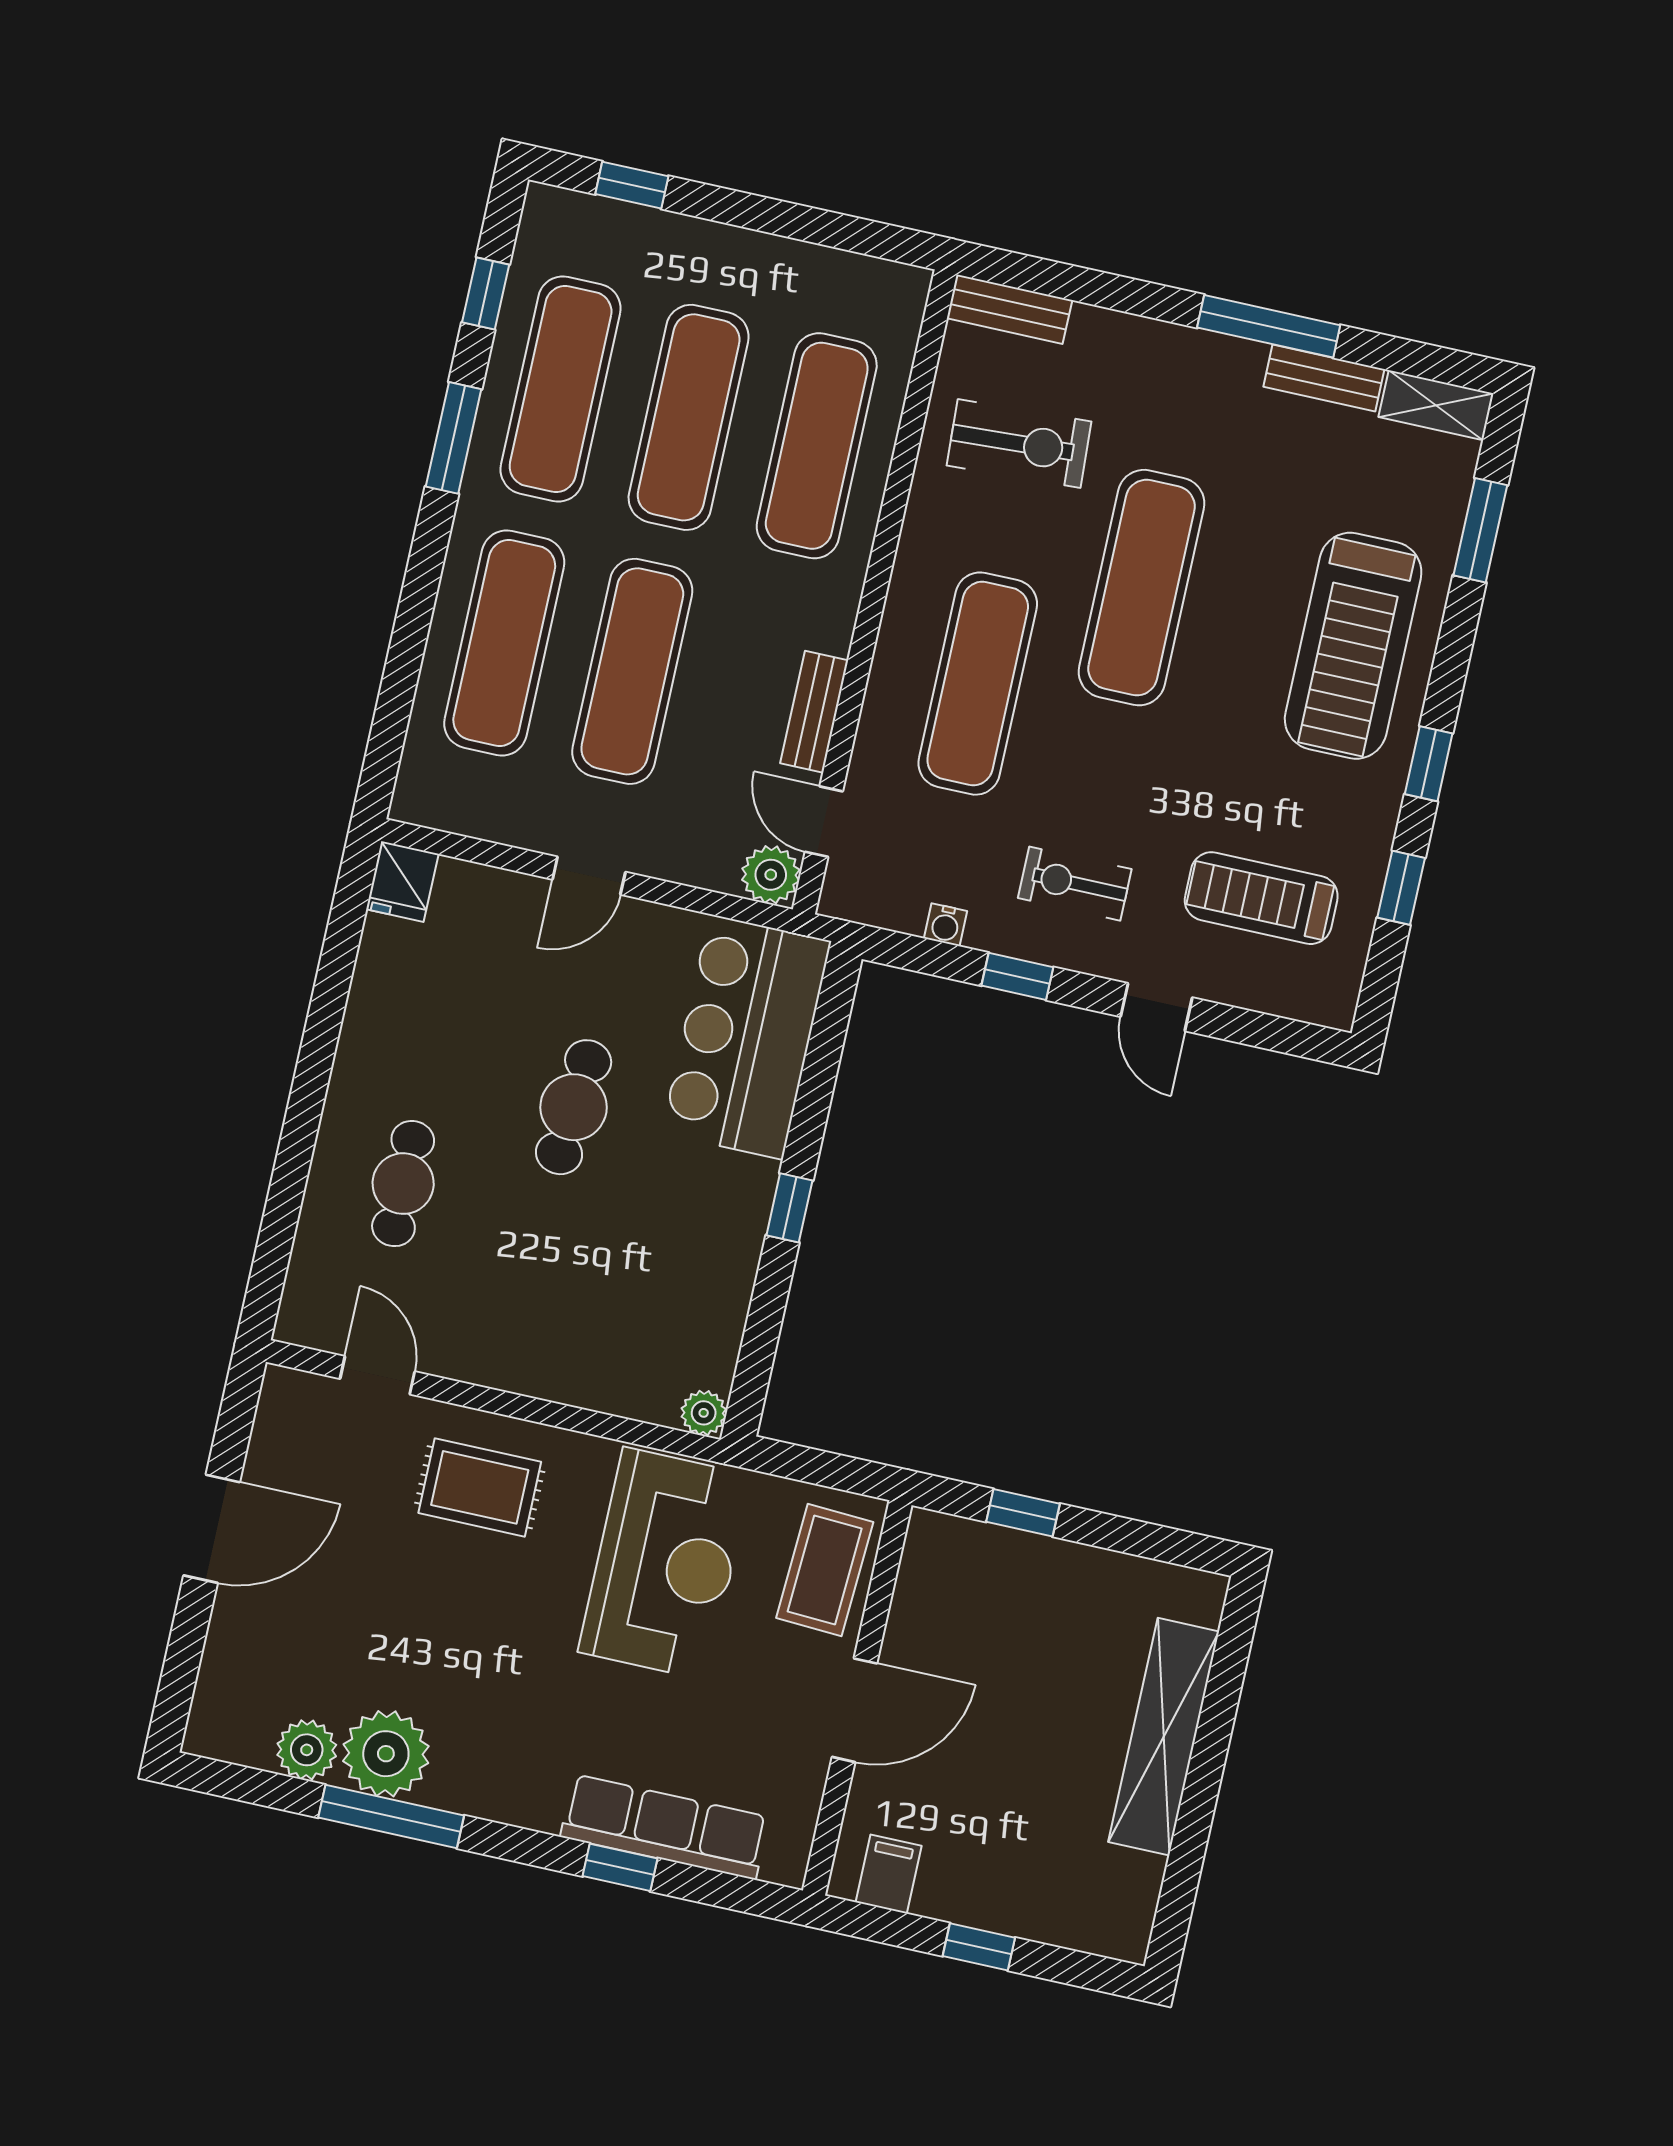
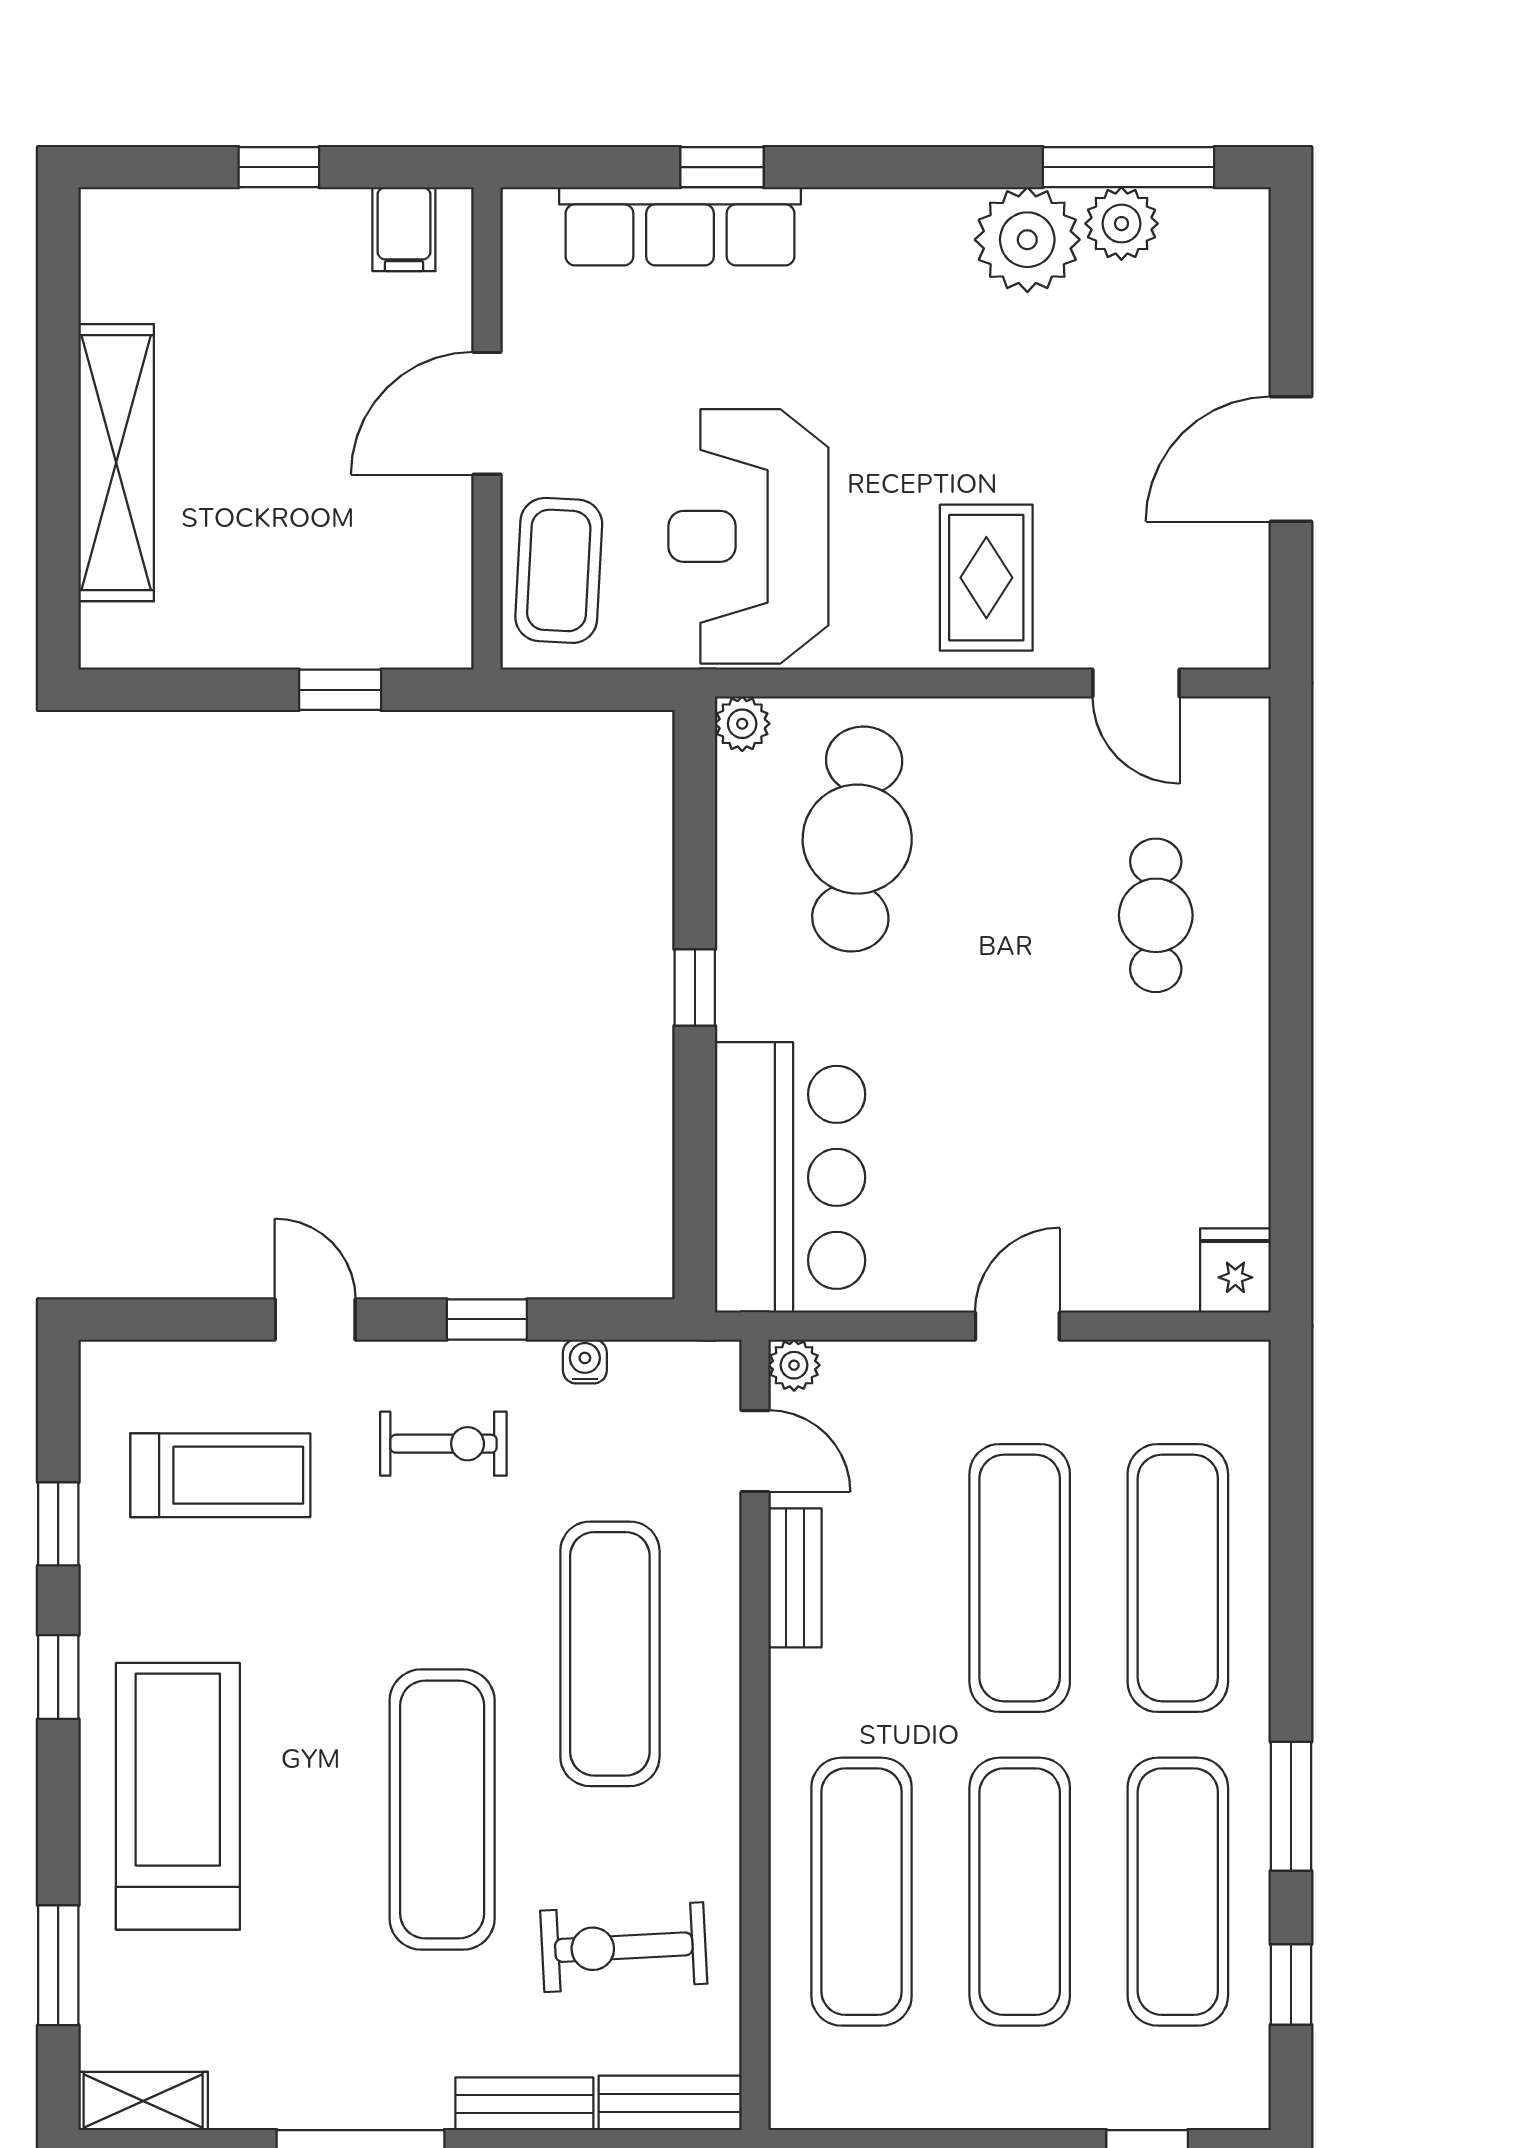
bench: (1324, 378) -> (524, 2104), moved
plant: (771, 875) -> (794, 1365), width x0.73, depth x0.73
cafe table: (574, 1107) -> (857, 839), moved, width x1.37, depth x1.35
rug: (480, 1487) -> (986, 578), turned 90
window: (391, 1817) -> (1129, 167), moved

